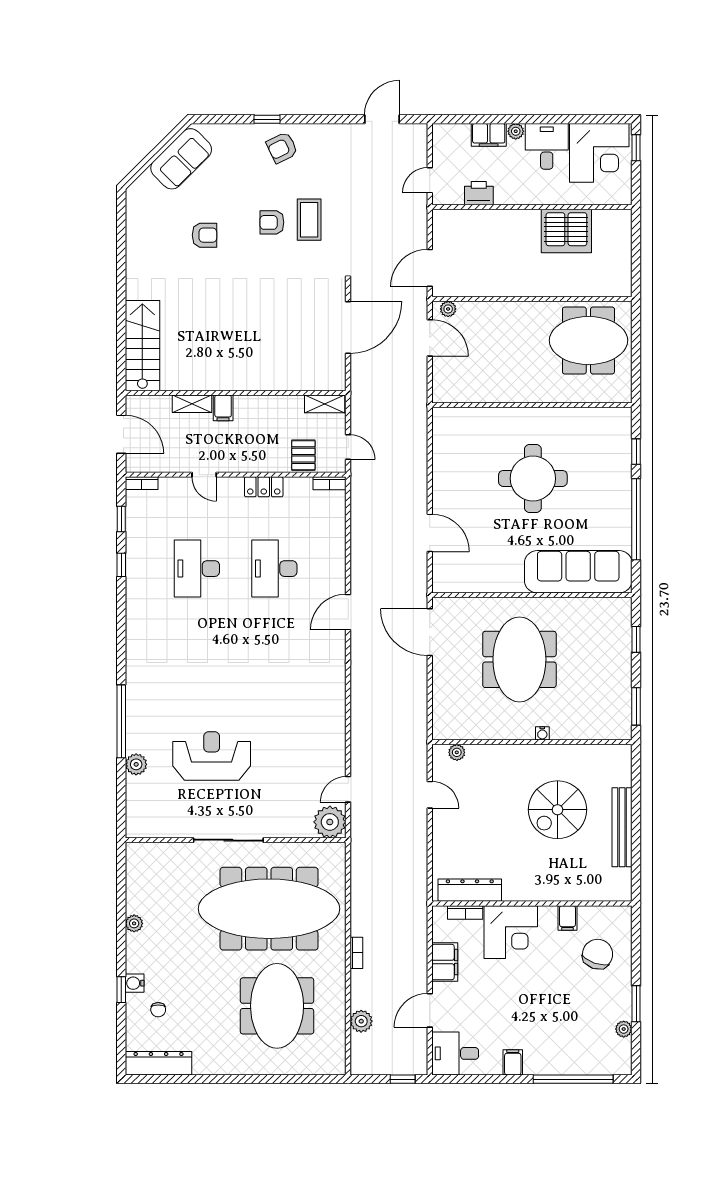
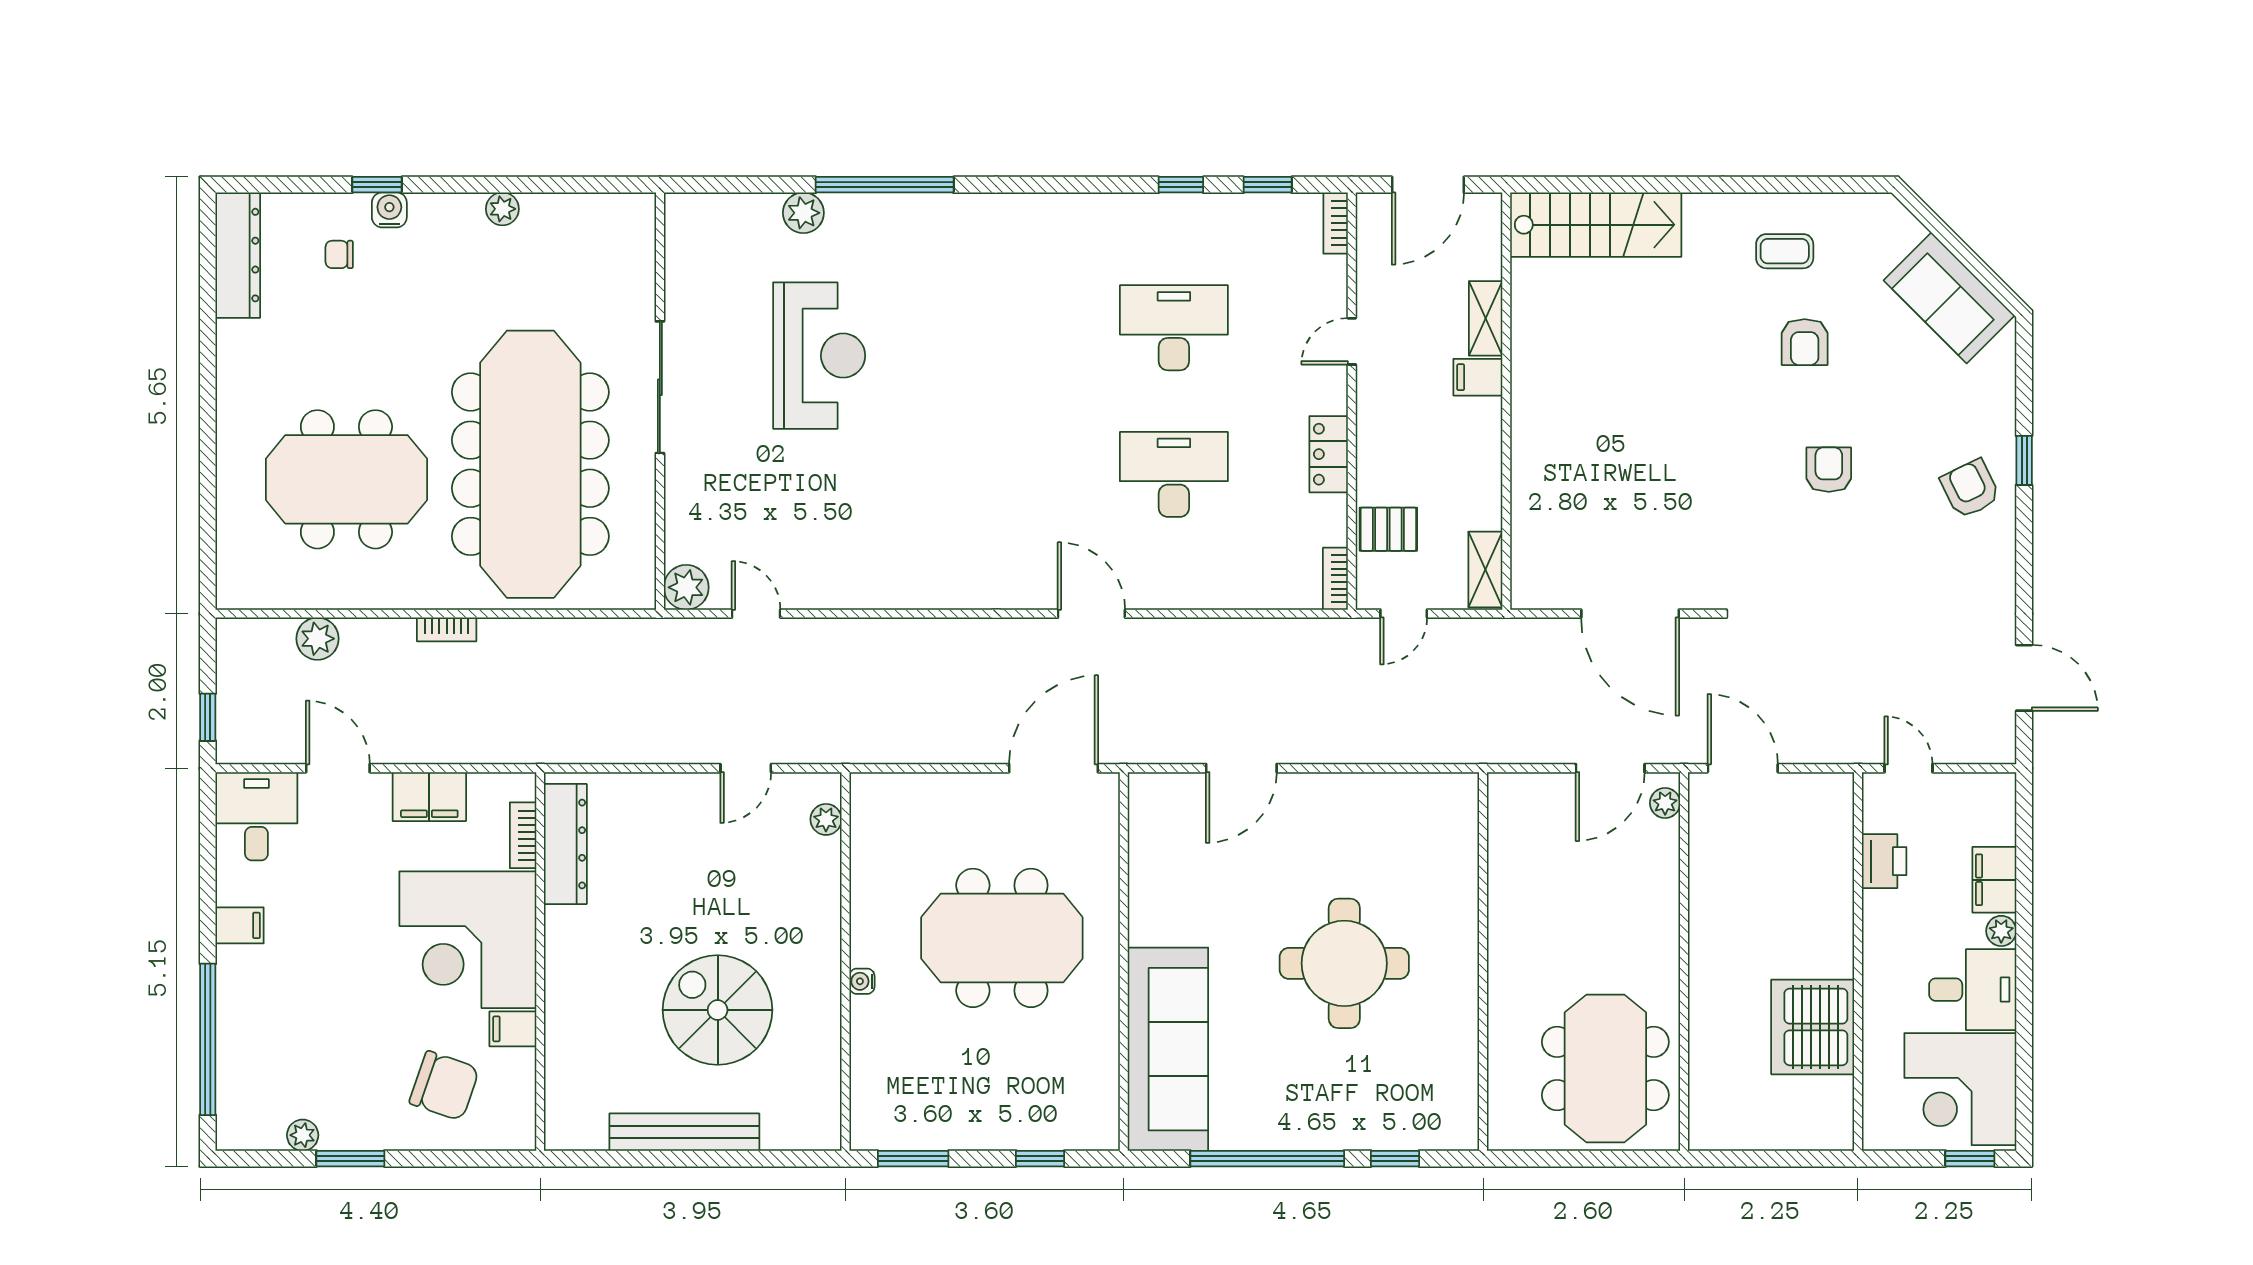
coffee table: (309, 220) -> (1785, 251), moved, width x0.73, depth x0.77
plant: (330, 822) -> (686, 587), width x0.73, depth x0.73
corner desk: (511, 932) -> (468, 940), width x1.36, depth x1.36

